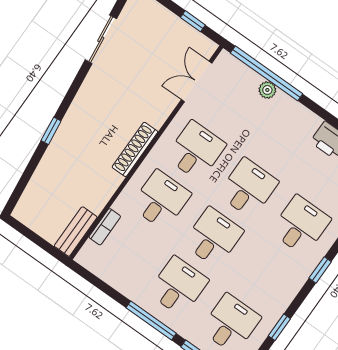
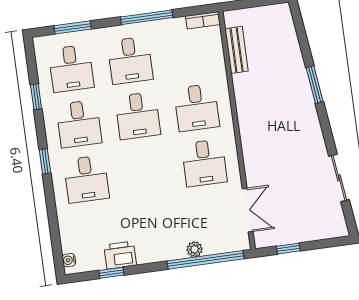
window: (51, 131) -> (315, 85), width x1.50
shoe rack: (135, 149) -> (246, 125), removed
desk: (248, 188) -> (79, 124), moved
bookcase: (105, 227) -> (203, 20), moved, turned -90
bench: (76, 232) -> (237, 50), moved
window: (151, 321) -> (147, 17), moved

